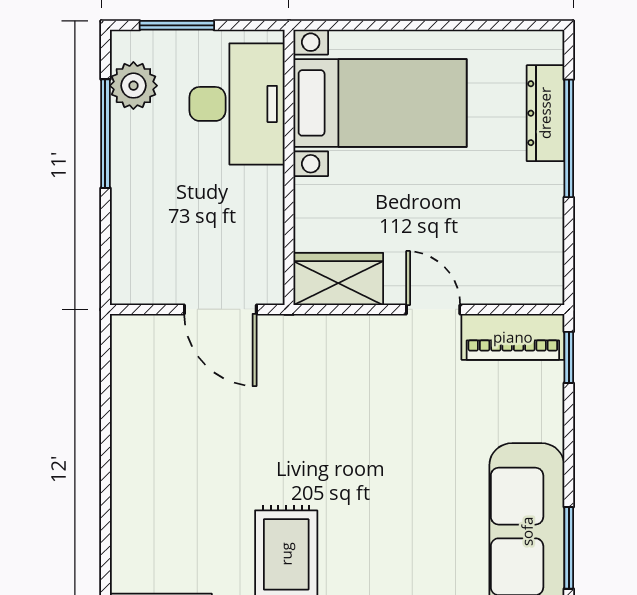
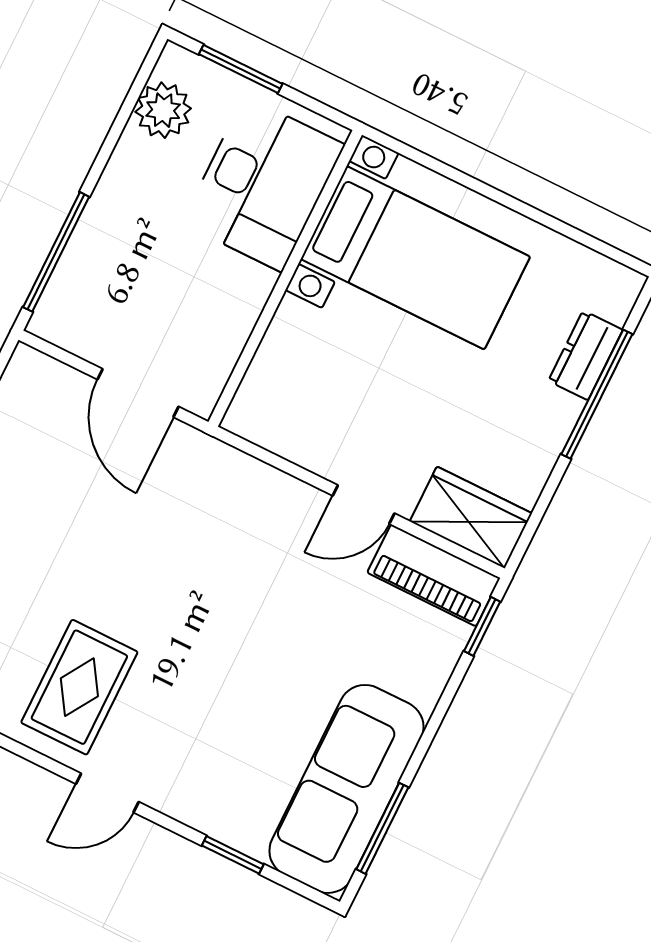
dresser: (545, 113) -> (585, 355), width x0.70
window: (105, 134) -> (56, 252), moved
wardrobe: (338, 279) -> (471, 517), moved
door: (433, 309) -> (364, 505), swing flipped

